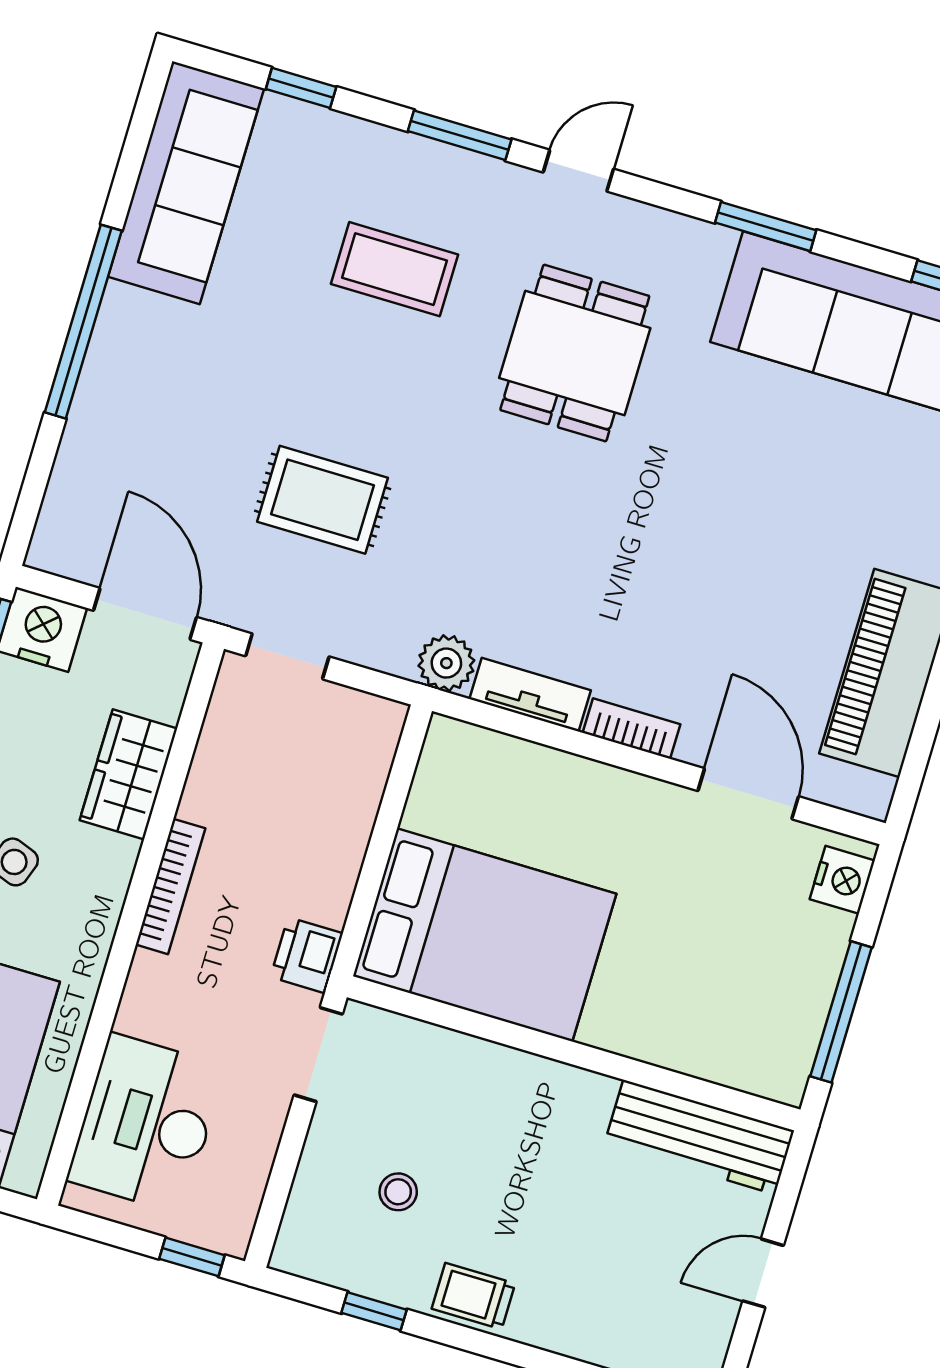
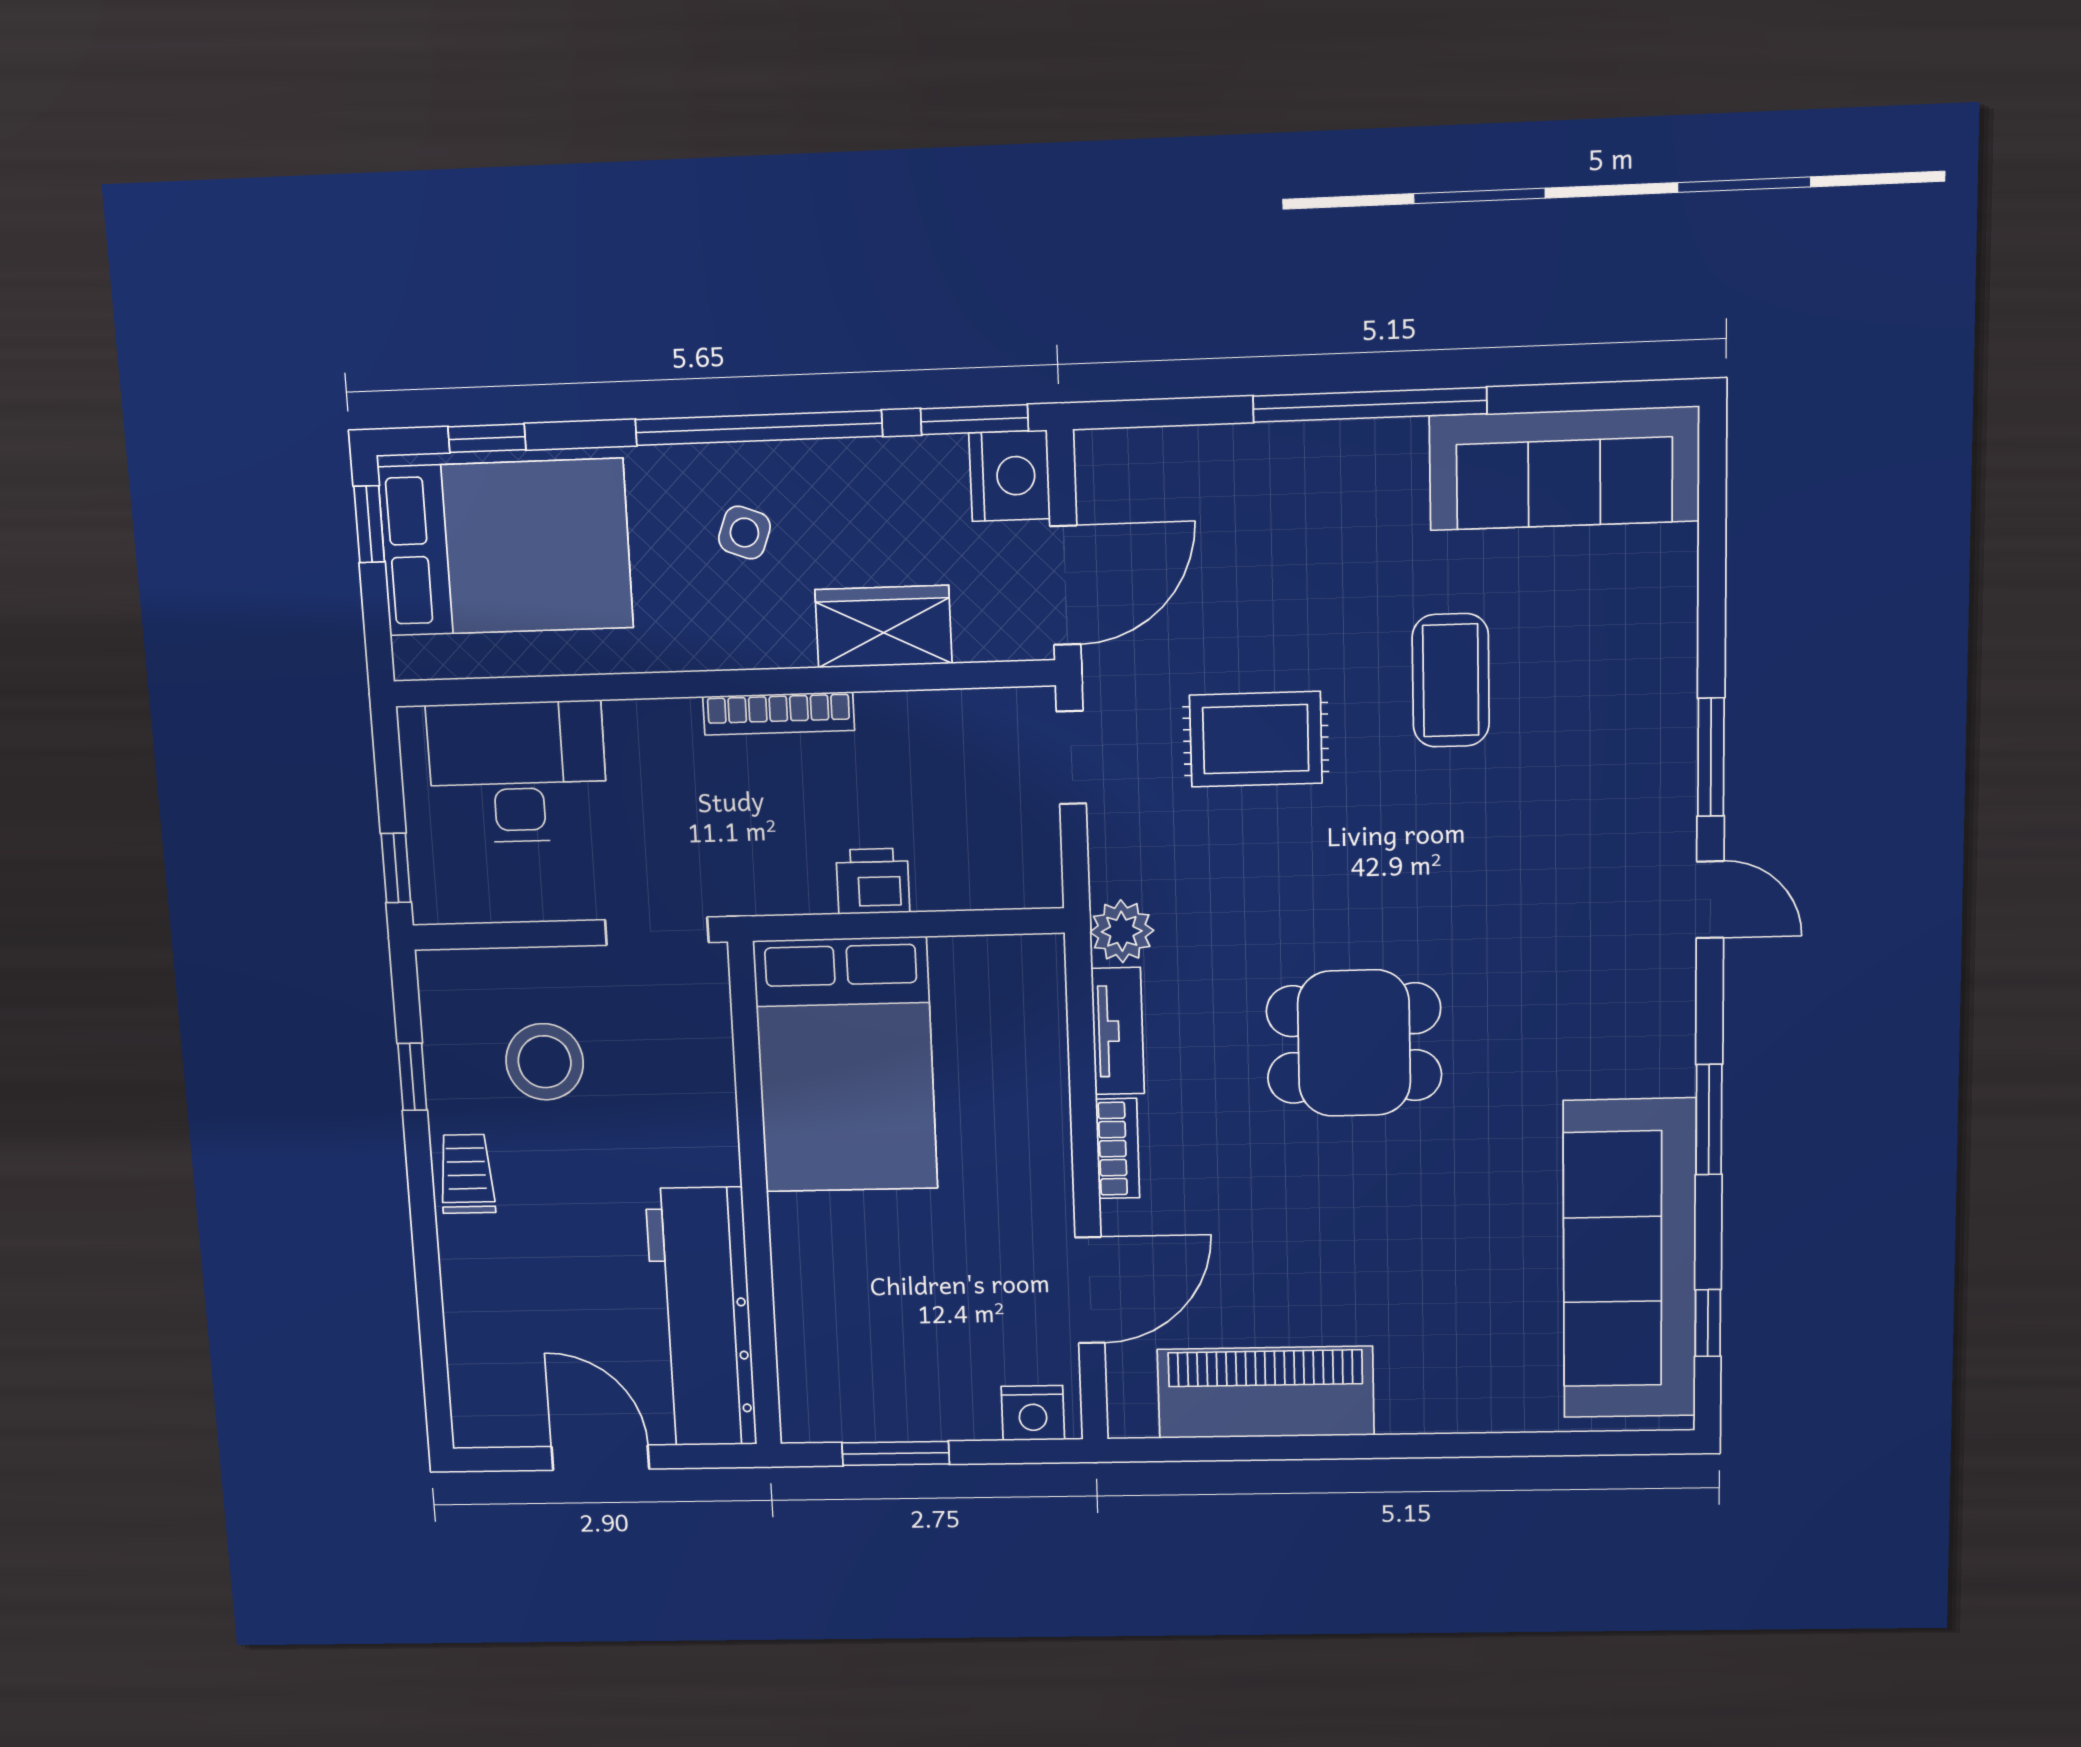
window: (301, 88) -> (1712, 563), removed
coffee table: (394, 269) -> (1451, 680), moved
dining table: (575, 353) -> (1354, 1043), moved
rug: (322, 500) -> (1256, 739), turned 90
printer: (307, 955) -> (873, 881), moved
window: (841, 1012) -> (896, 1453), width x0.69
workbench: (699, 1137) -> (701, 1317), width x1.36, depth x1.32
stool: (398, 1192) -> (545, 1062), width x1.89, depth x1.89
door: (763, 1273) -> (600, 1458), width x1.38

